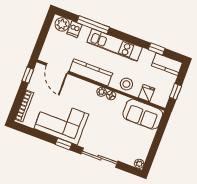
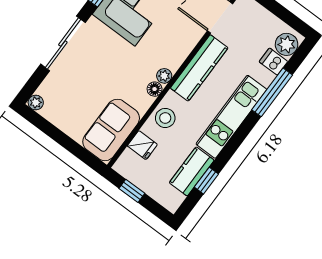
kitchen counter: (167, 64) -> (192, 171), moved

